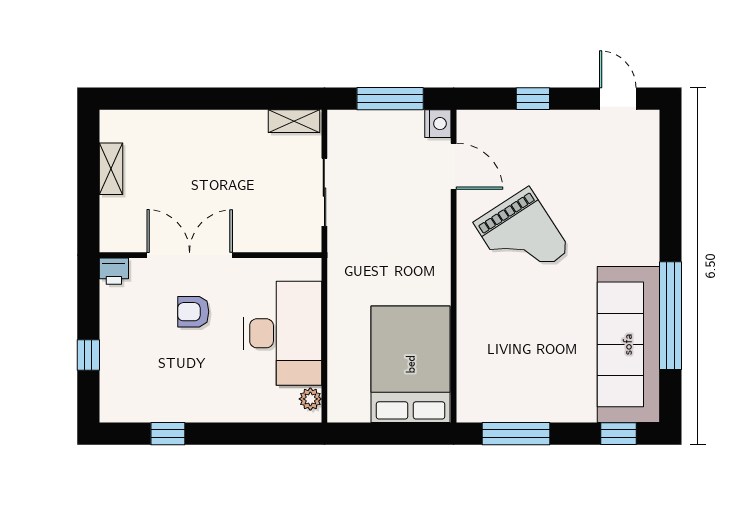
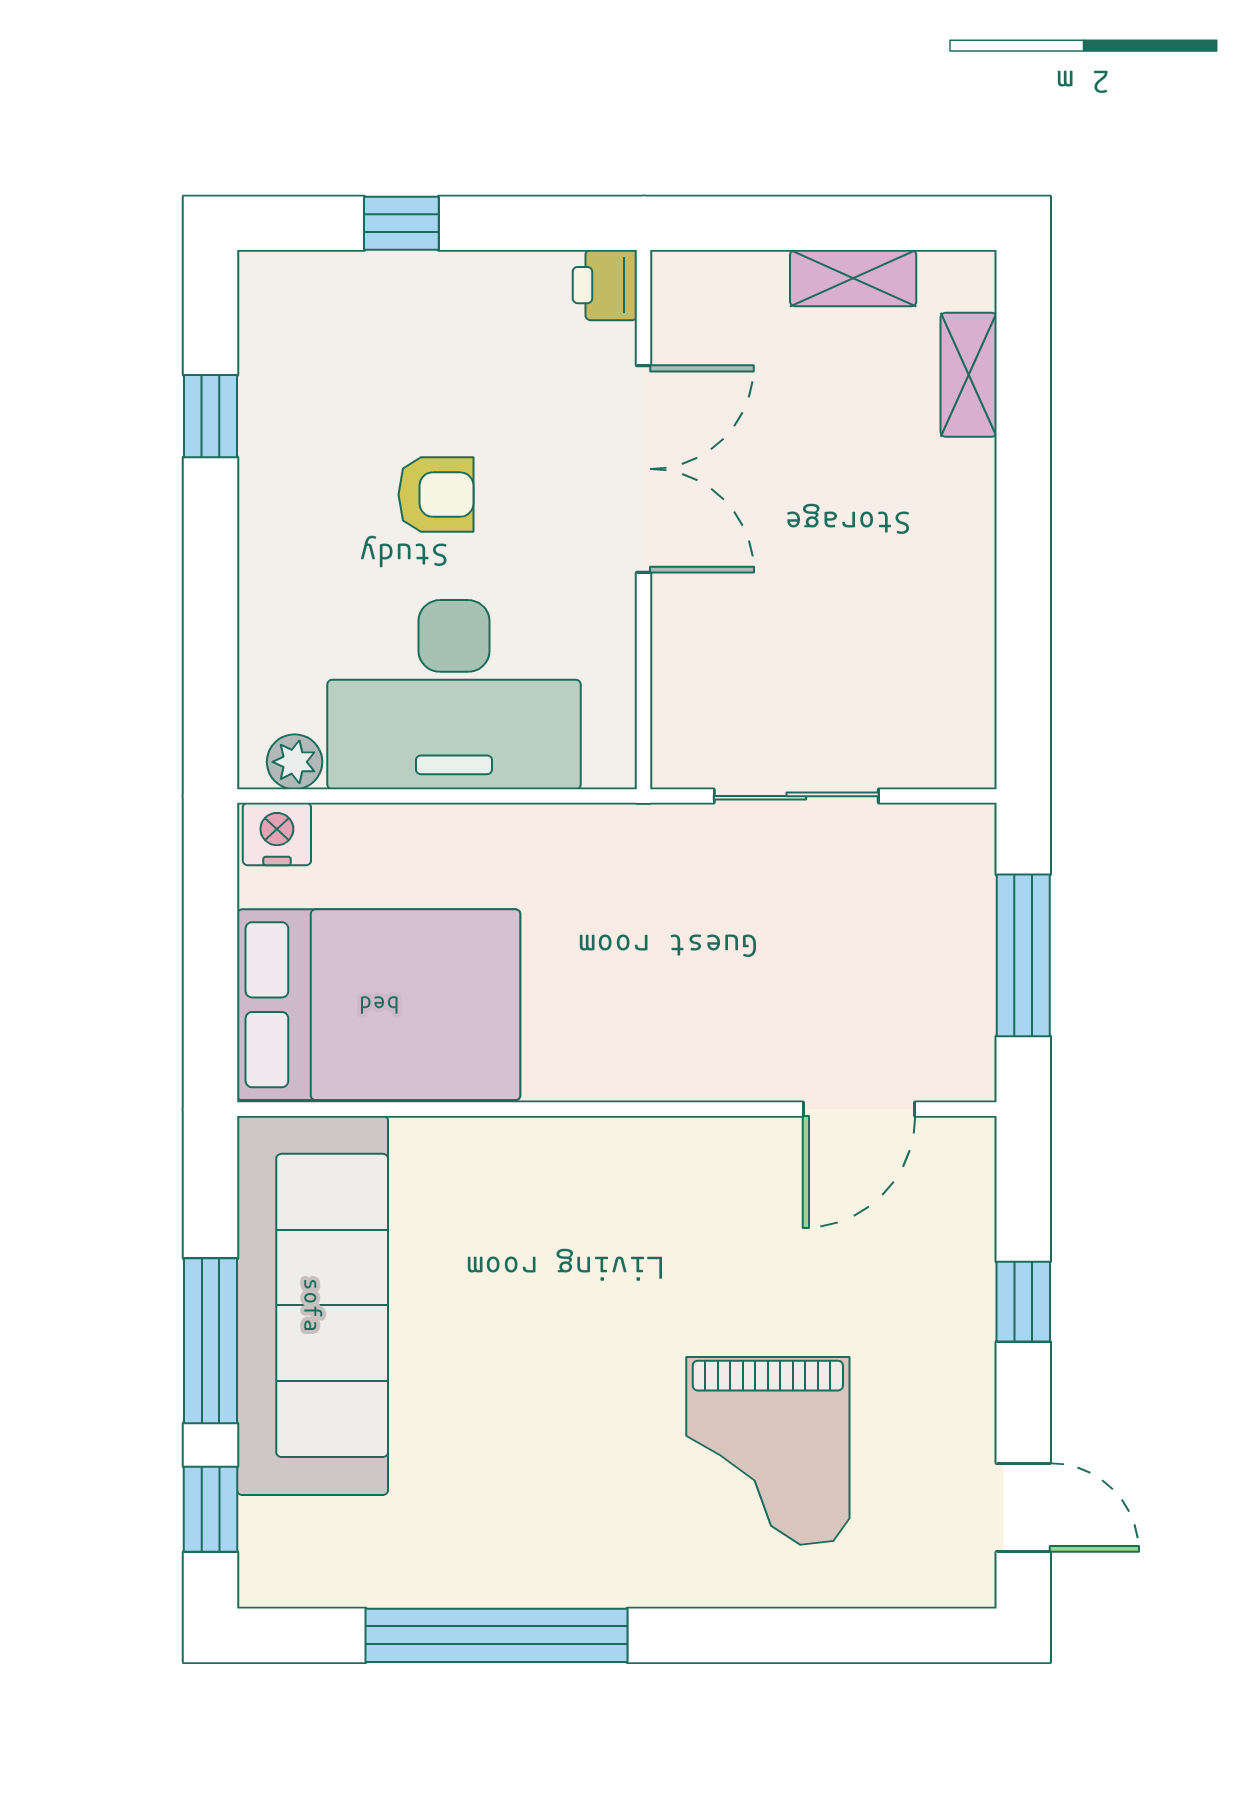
door: (618, 99) -> (1023, 1507), hinge flipped
shelving: (294, 121) -> (969, 375), moved
nightstand: (438, 124) -> (277, 834), moved, turned 180
grand piano: (522, 236) -> (768, 1451), moved, turned -57
armchair: (193, 312) -> (436, 495), moved, turned 90
sofa: (628, 344) -> (313, 1305), moved, turned 90
window: (516, 434) -> (211, 1341), moved

